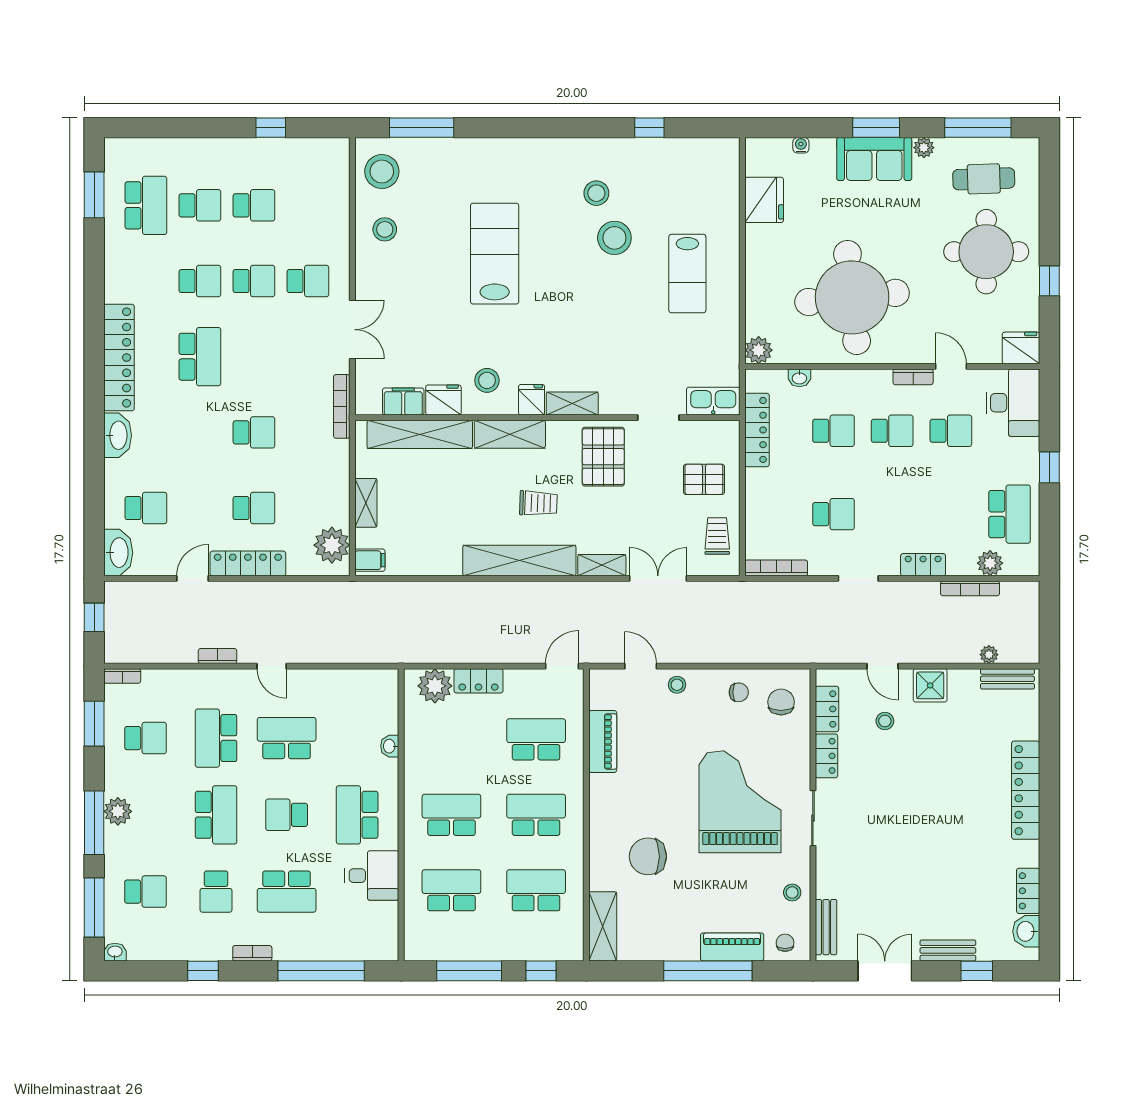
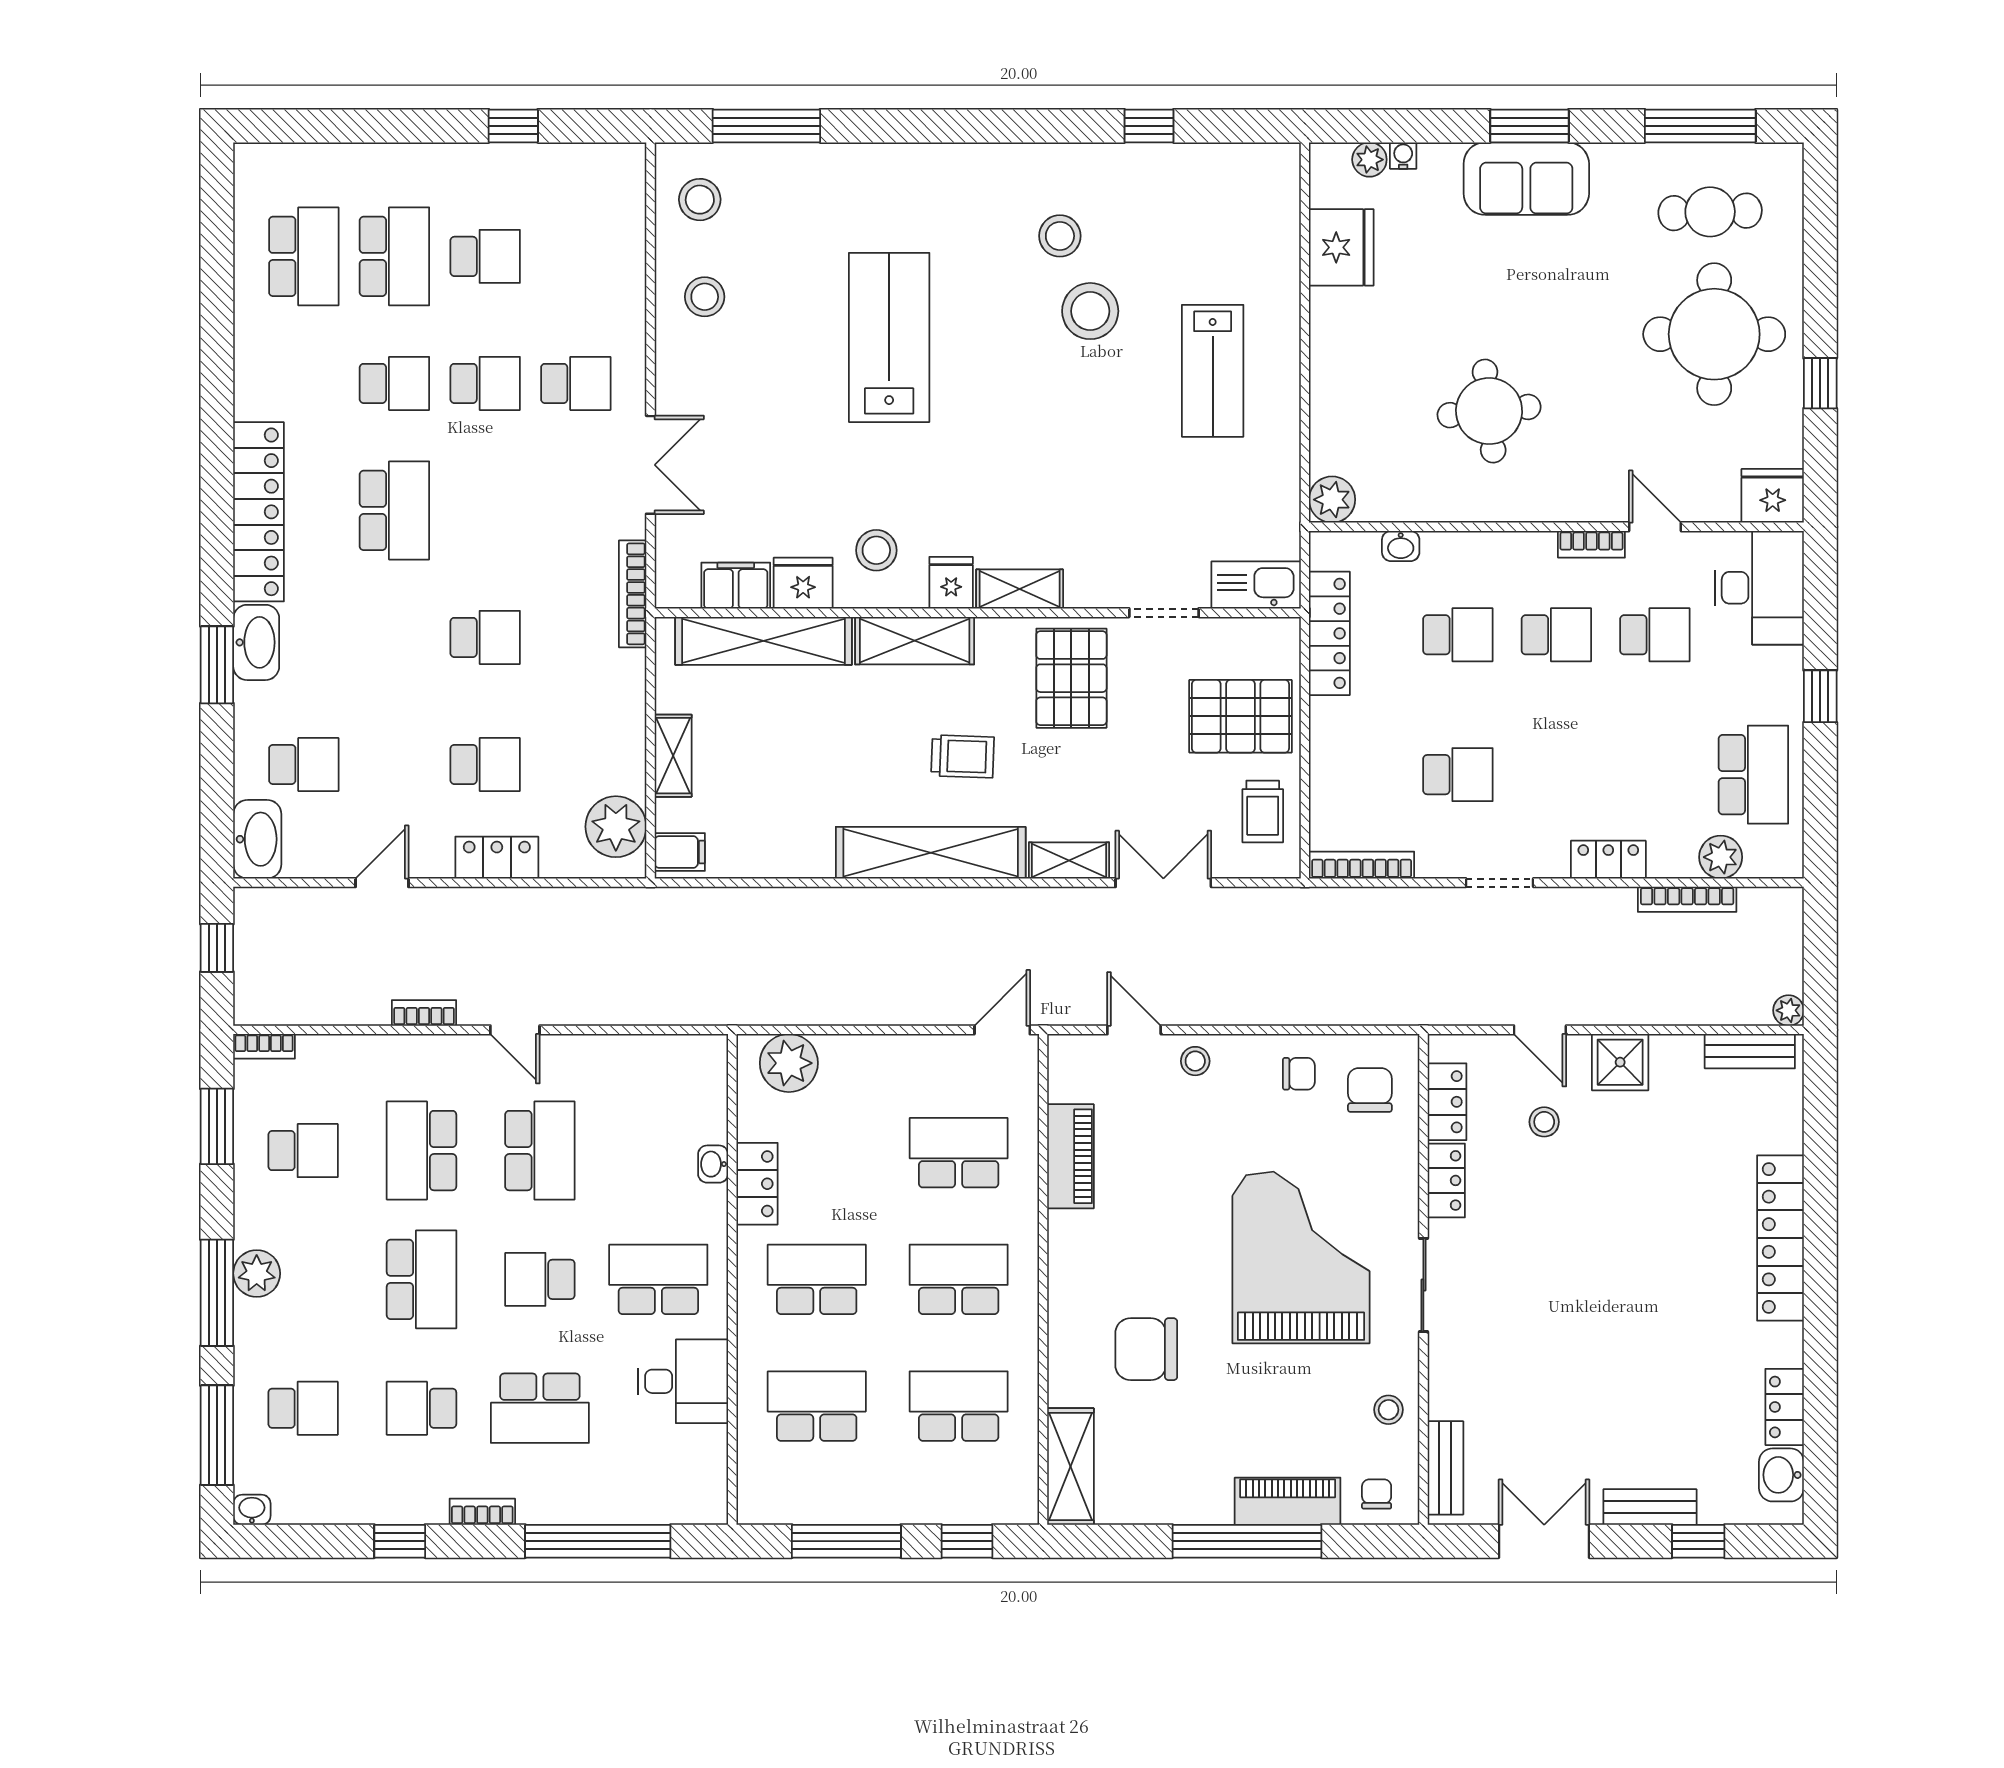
plant: (924, 148) -> (1369, 160), moved
stool: (382, 171) -> (700, 200), width x0.73, depth x0.73
window: (94, 195) -> (217, 665), moved
school desk: (200, 205) -> (394, 256), width x1.85
round table: (852, 297) -> (1489, 411), width x0.54, depth x0.54
pallet: (704, 479) -> (1240, 716), width x1.50, depth x1.42
trolley: (717, 536) -> (1263, 811), turned 180
locker: (248, 563) -> (497, 858), width x0.66
plant: (989, 655) -> (1789, 1010), moved
locker: (478, 681) -> (757, 1184), moved, turned -90
school desk: (287, 738) -> (540, 1151), turned 90
school desk: (357, 815) -> (658, 1279), turned 90
school desk: (216, 892) -> (421, 1408), turned 90

